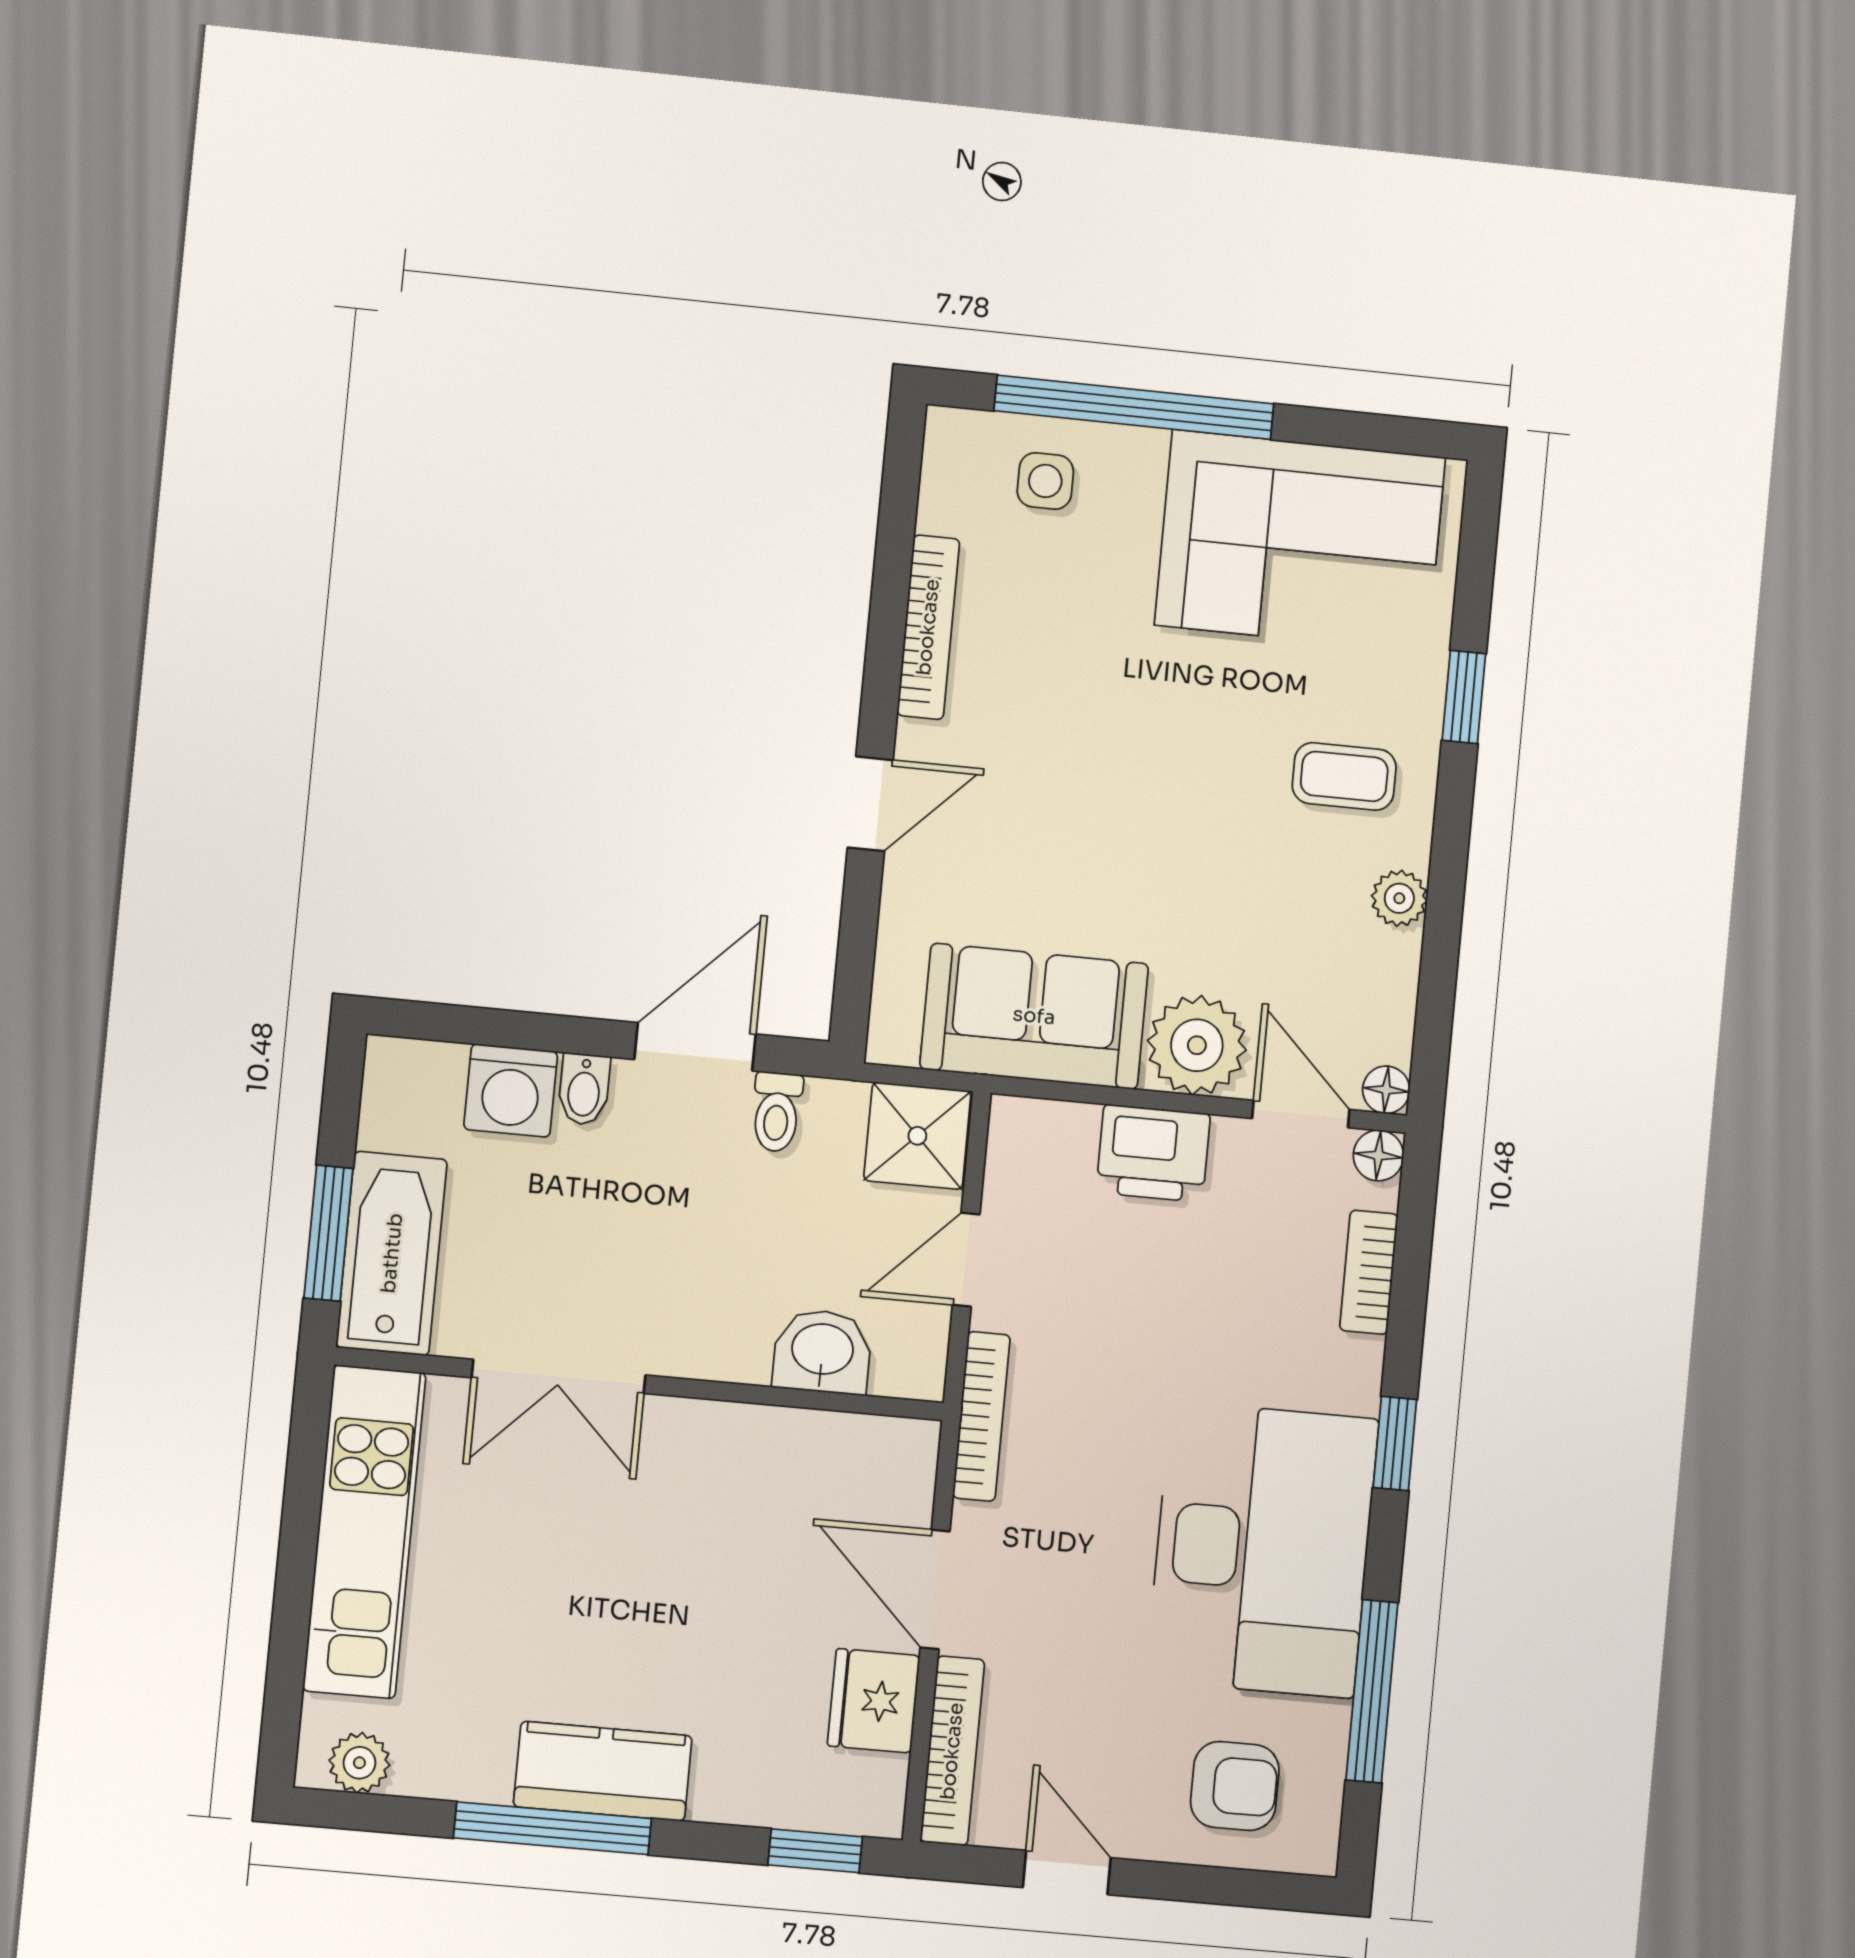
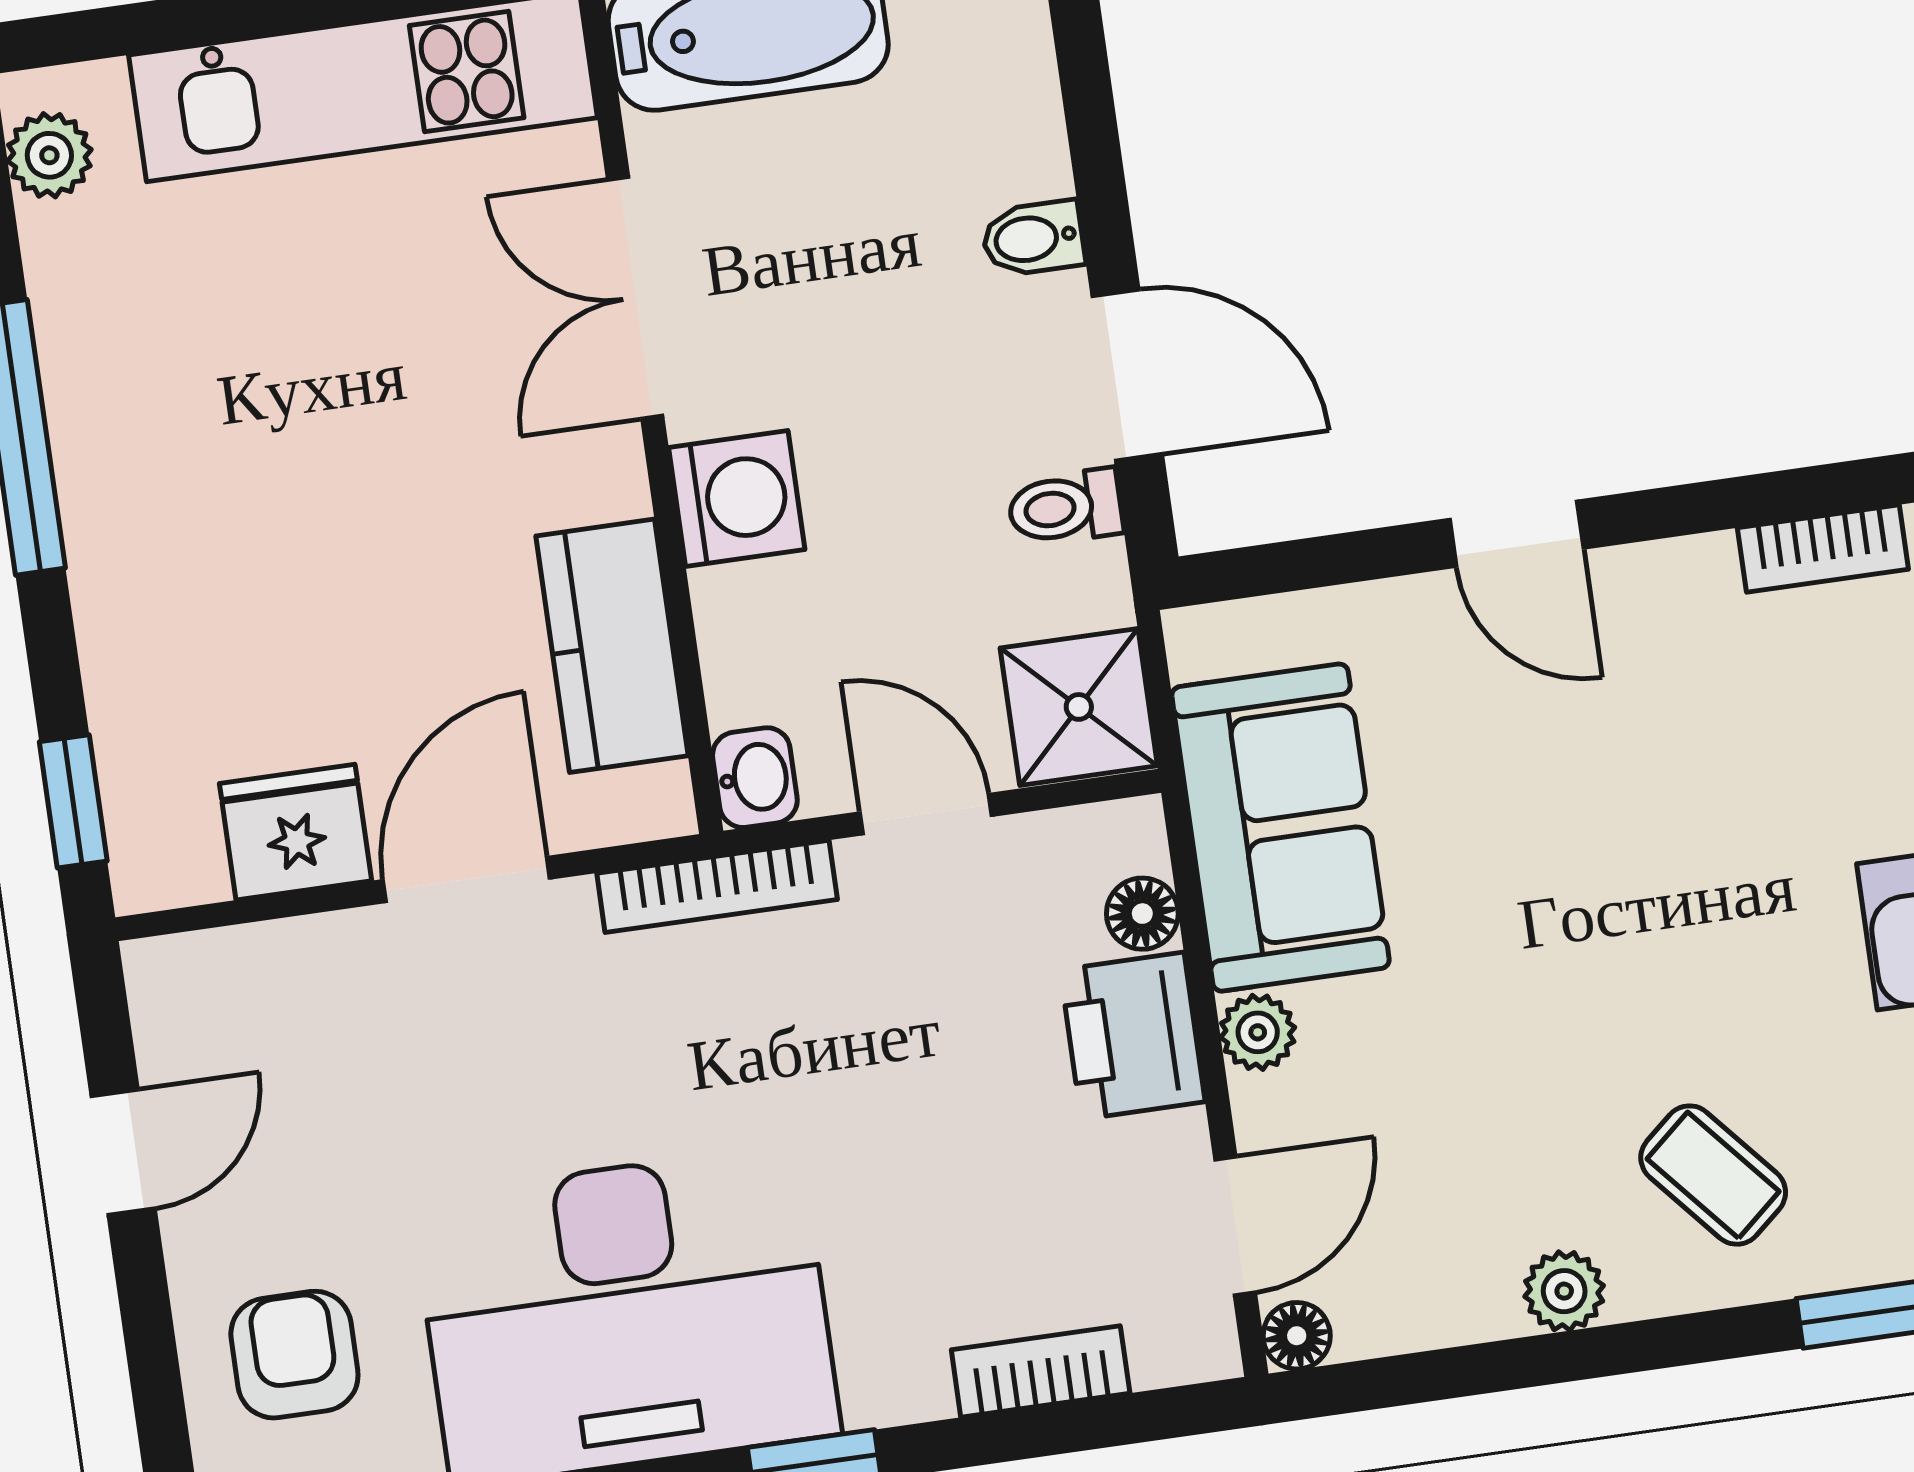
bookcase: (928, 627) -> (1823, 549), width x0.64
coffee table: (1344, 776) -> (1713, 1175), turned -41
plant: (1197, 1045) -> (1258, 1032), width x0.53, depth x0.53
washing machine: (511, 1091) -> (737, 498), moved, turned 180
floor lamp: (1378, 1155) -> (1142, 914), moved
washbasin: (822, 1351) -> (755, 778), moved, width x0.72, depth x0.69
bookcase: (952, 1751) -> (253, 956), removed
kitchen counter: (603, 1771) -> (612, 646), moved, turned 180
armchair: (1235, 1786) -> (294, 1355), turned 180

